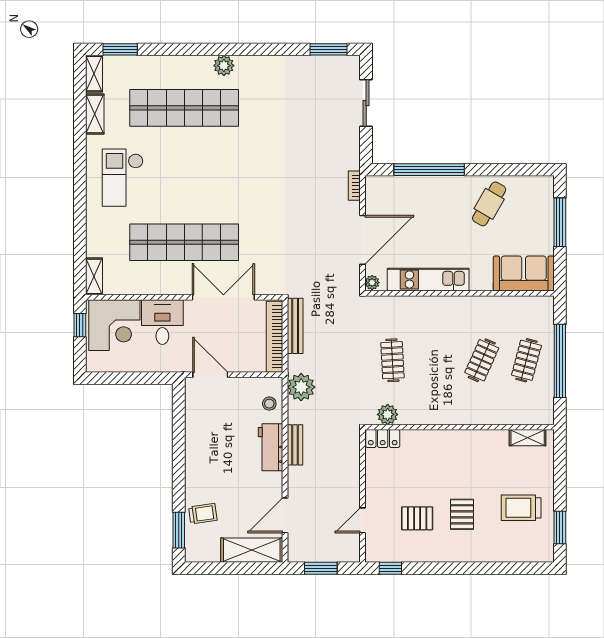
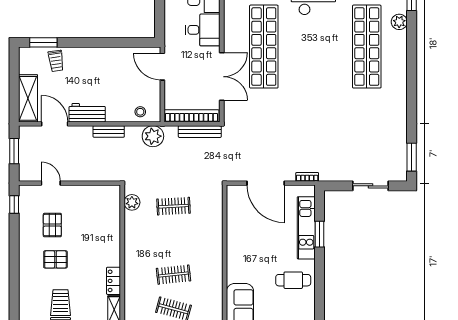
plant: (224, 66) -> (399, 22), moved
window: (429, 170) -> (319, 234), width x0.47
cafe table: (489, 204) -> (293, 280), turned -30
kitchen unit: (428, 280) -> (306, 228), moved, turned 180
plant: (372, 283) -> (233, 191), removed
clothes rail: (482, 360) -> (173, 275), turned -30
door: (210, 375) -> (162, 67), swing flipped
locker: (383, 438) -> (114, 281), moved
workbench: (270, 447) -> (87, 113), moved

